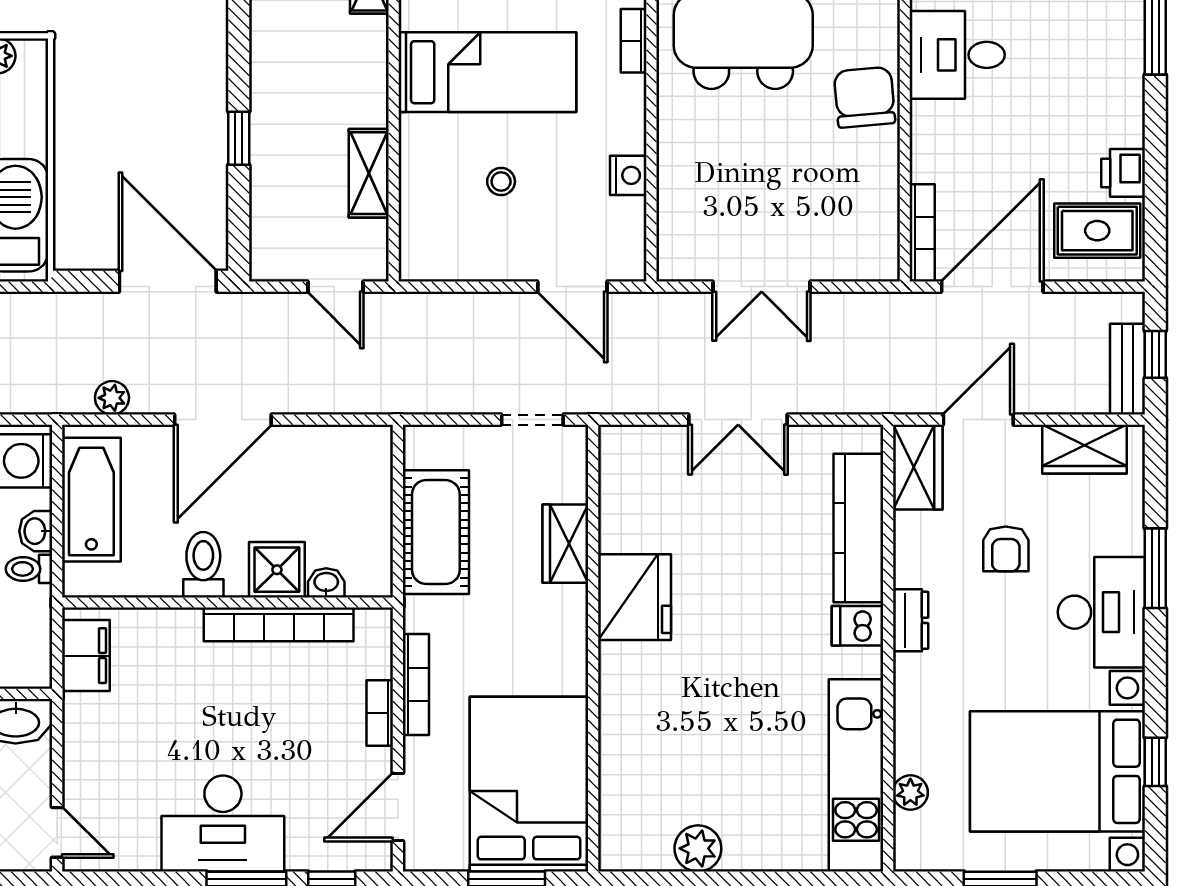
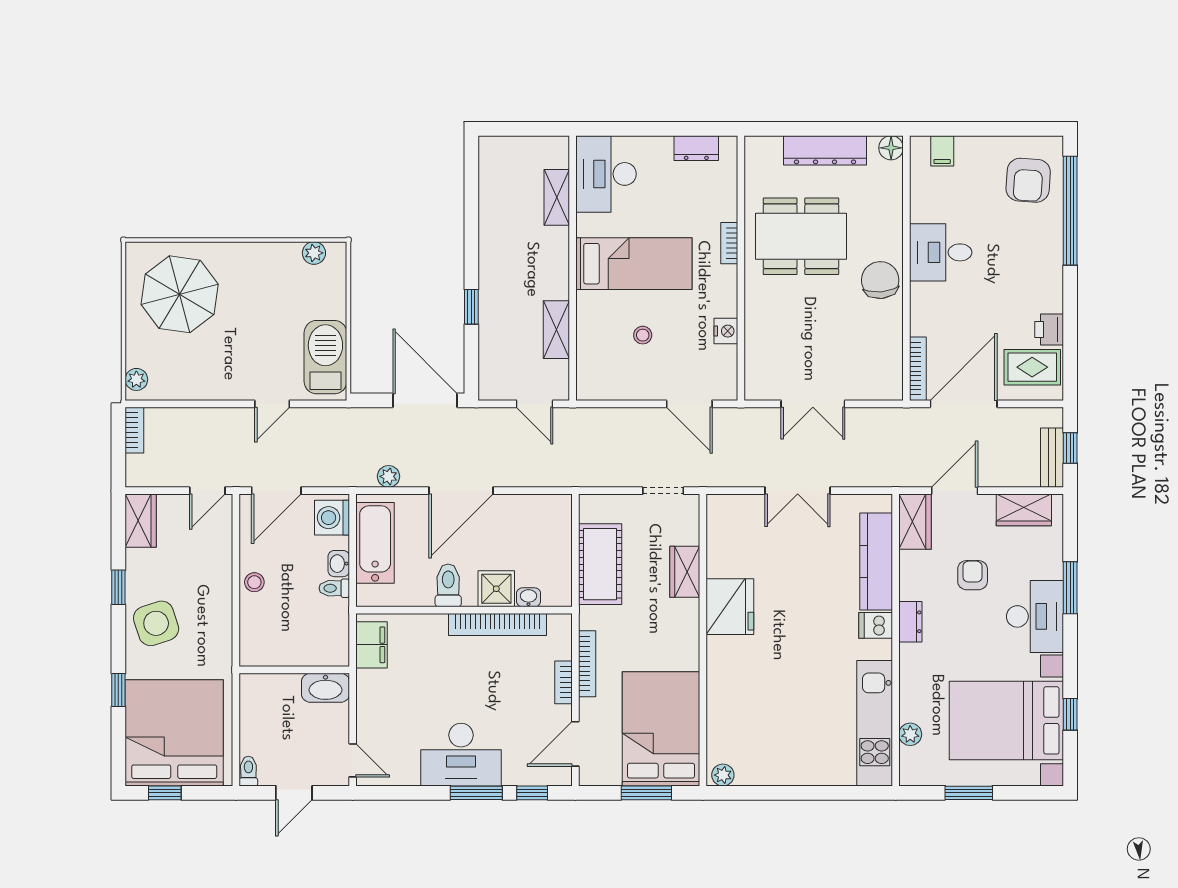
armchair: (1006, 549) -> (973, 575), turned 180
plant: (698, 848) -> (723, 775), moved, width x0.73, depth x0.73

